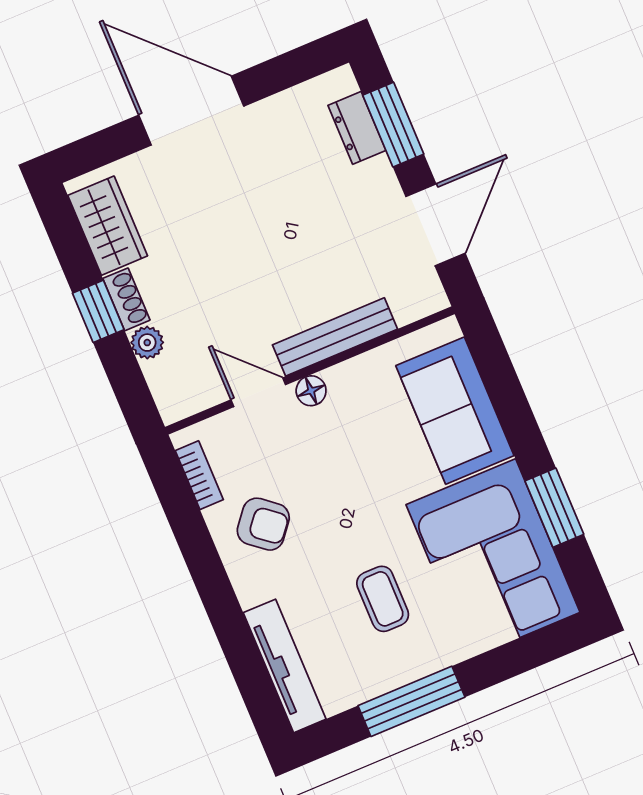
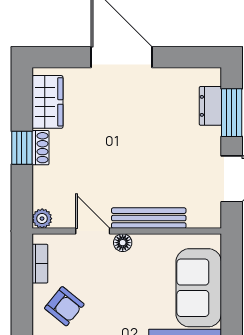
plant: (147, 343) -> (42, 219), moved

